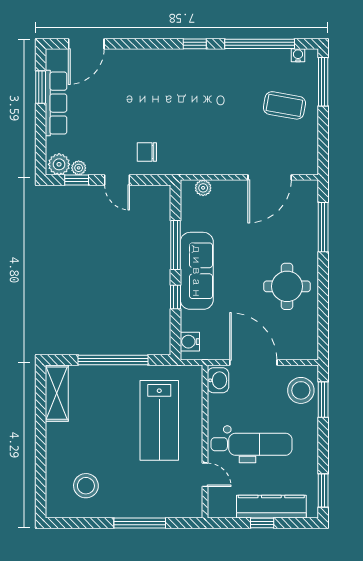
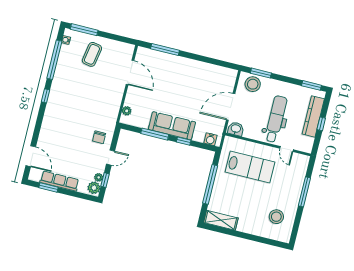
round table: (287, 286) -> (193, 78), removed
door: (205, 475) -> (287, 149), swing flipped

